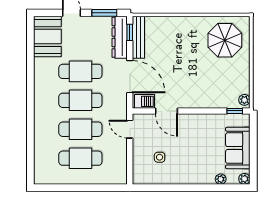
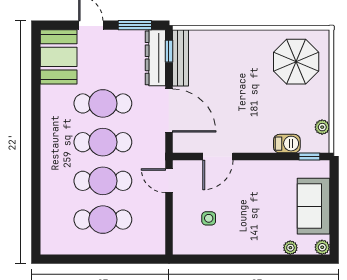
plant: (244, 100) -> (322, 127), moved
barbecue: (144, 101) -> (287, 144), moved
door: (166, 111) -> (218, 156), hinge flipped

